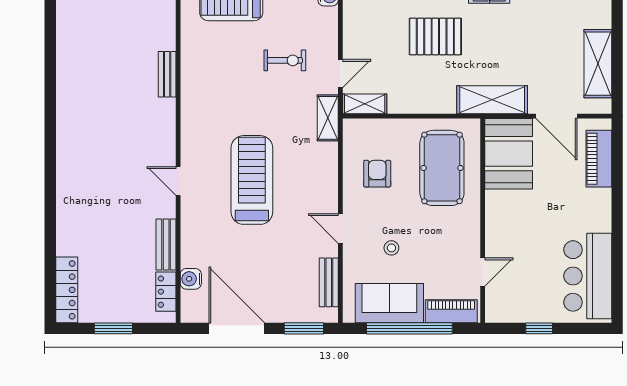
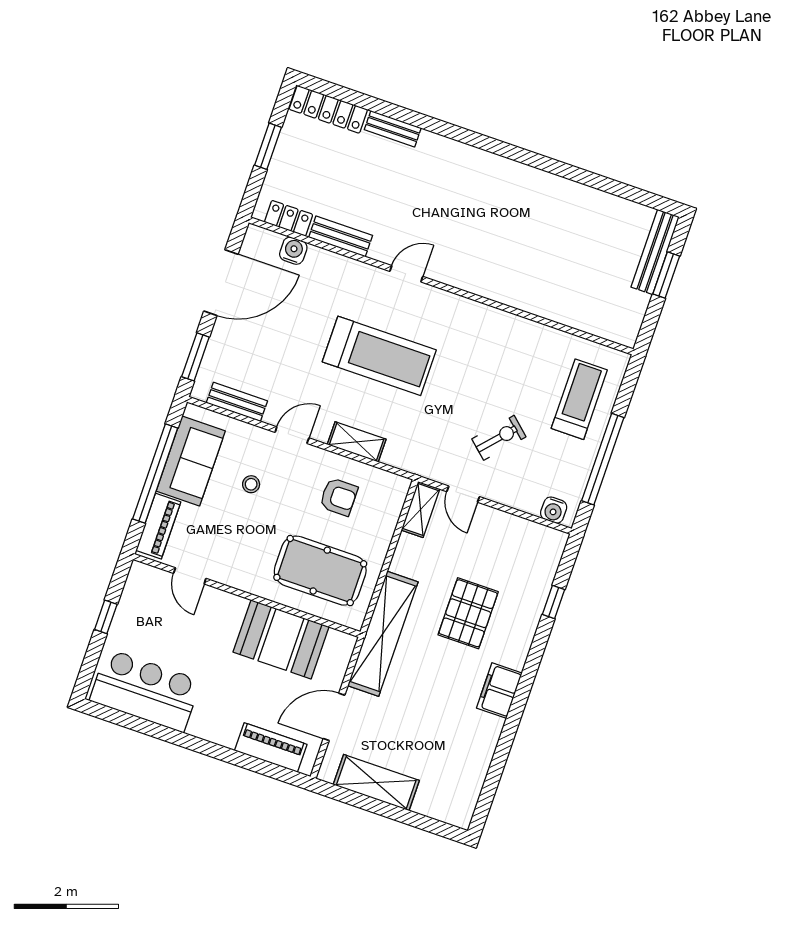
exercise bike: (285, 60) -> (499, 438), turned -138
bench: (167, 74) -> (393, 129), moved
shelving: (492, 100) -> (383, 634), width x1.47
shelving: (328, 118) -> (357, 442), moved
booth: (509, 154) -> (281, 639), moved

